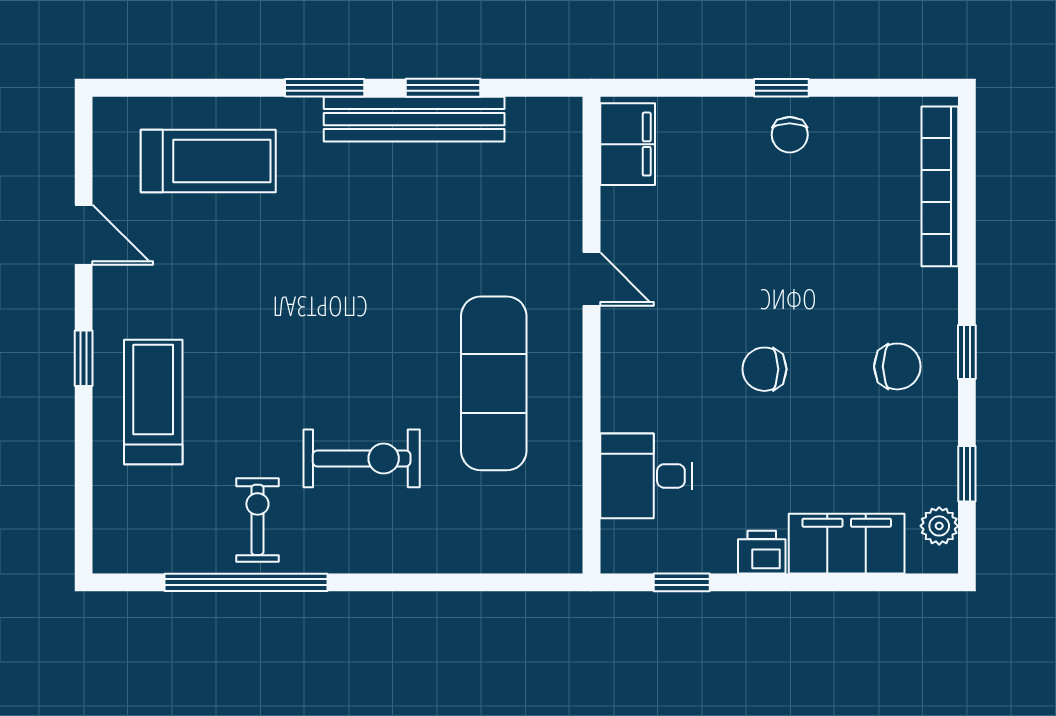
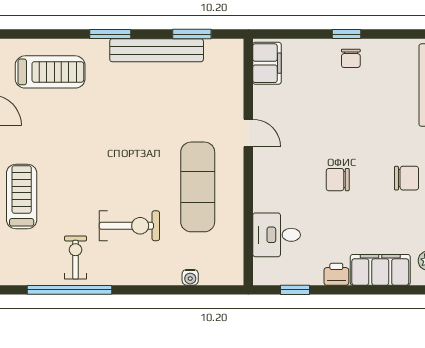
window: (443, 88) -> (192, 34), moved
water cooler: (479, 558) -> (190, 277), added

